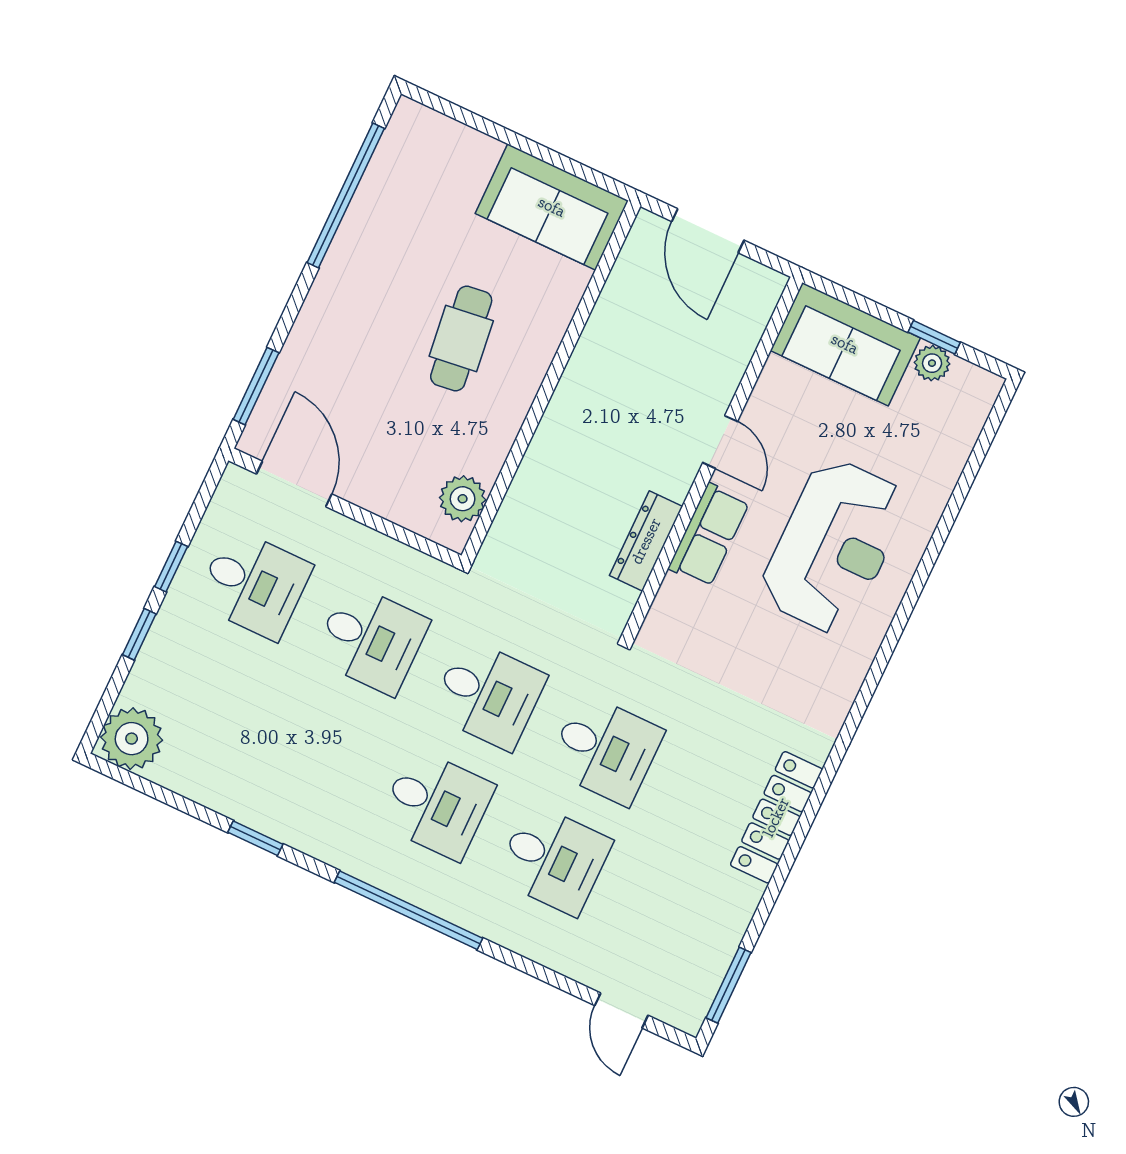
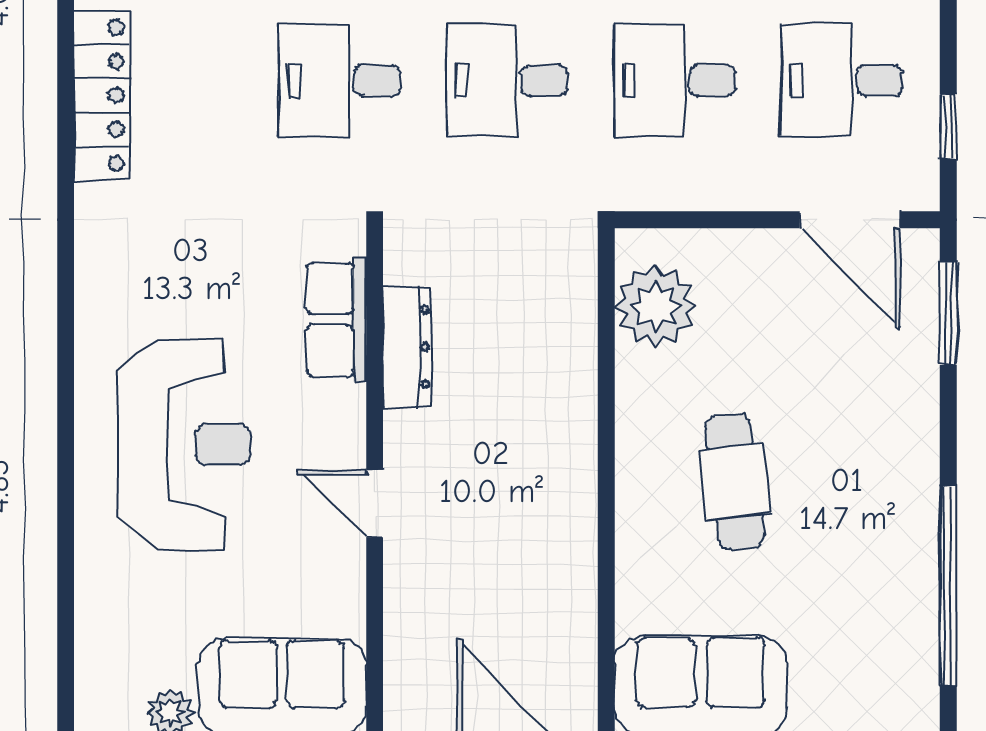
plant: (463, 499) -> (656, 306), width x1.36, depth x1.36
row of seats: (709, 535) -> (337, 319), moved
reception desk: (834, 546) -> (184, 444), turned 180
window: (171, 567) -> (948, 127), moved

